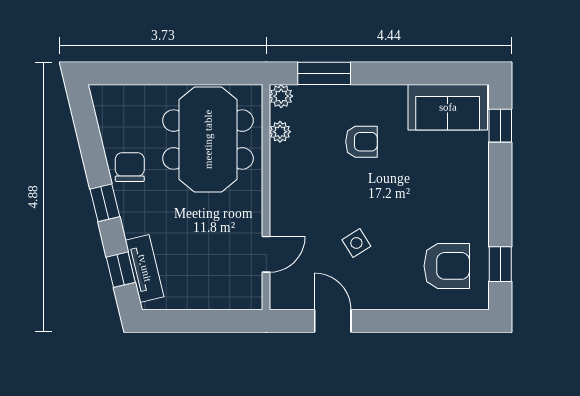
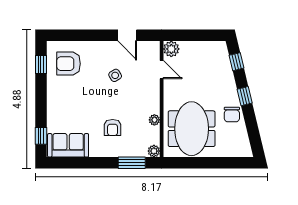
plant: (280, 132) -> (154, 120), moved
armchair: (361, 142) -> (113, 128), turned -90
door: (266, 254) -> (162, 70), swing flipped
tv unit: (145, 268) -> (224, 62), removed
plant: (247, 294) -> (171, 49), added

